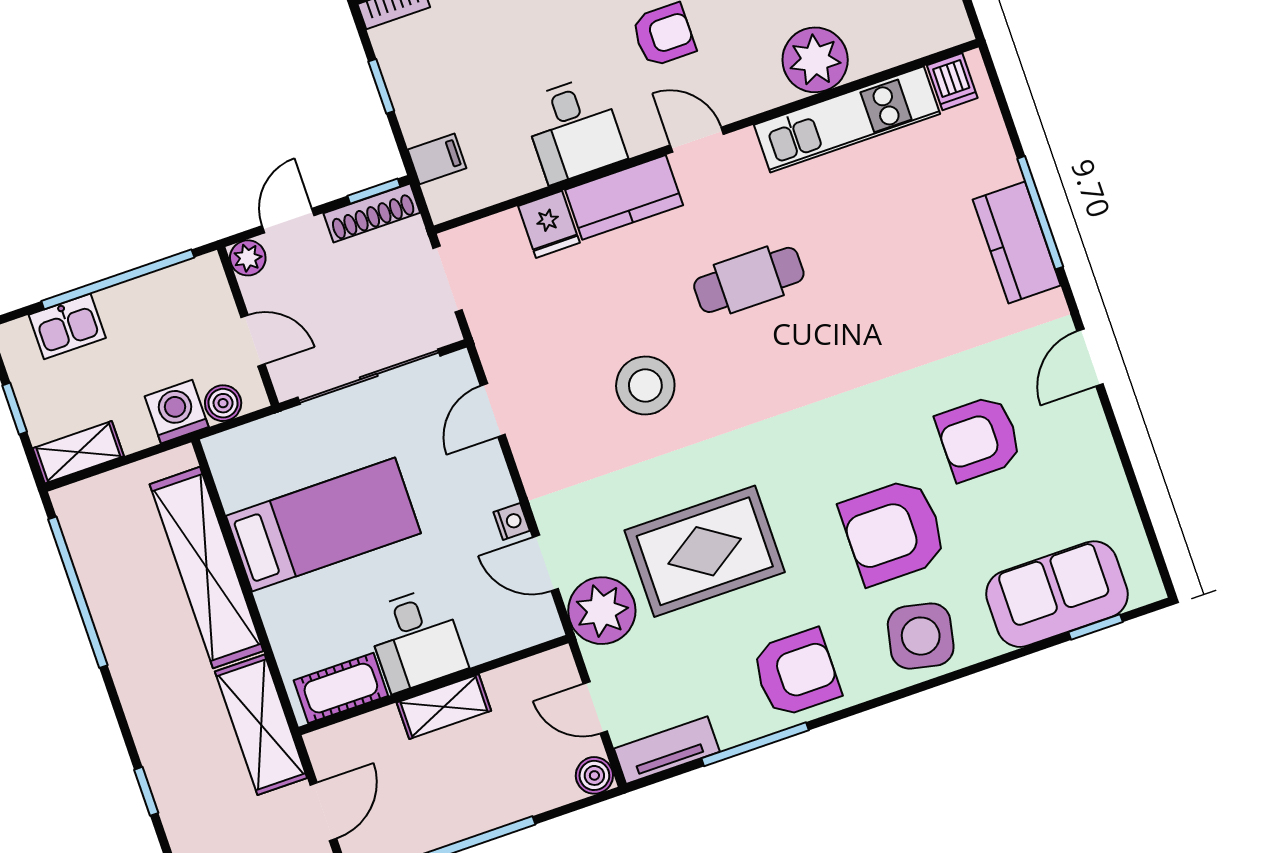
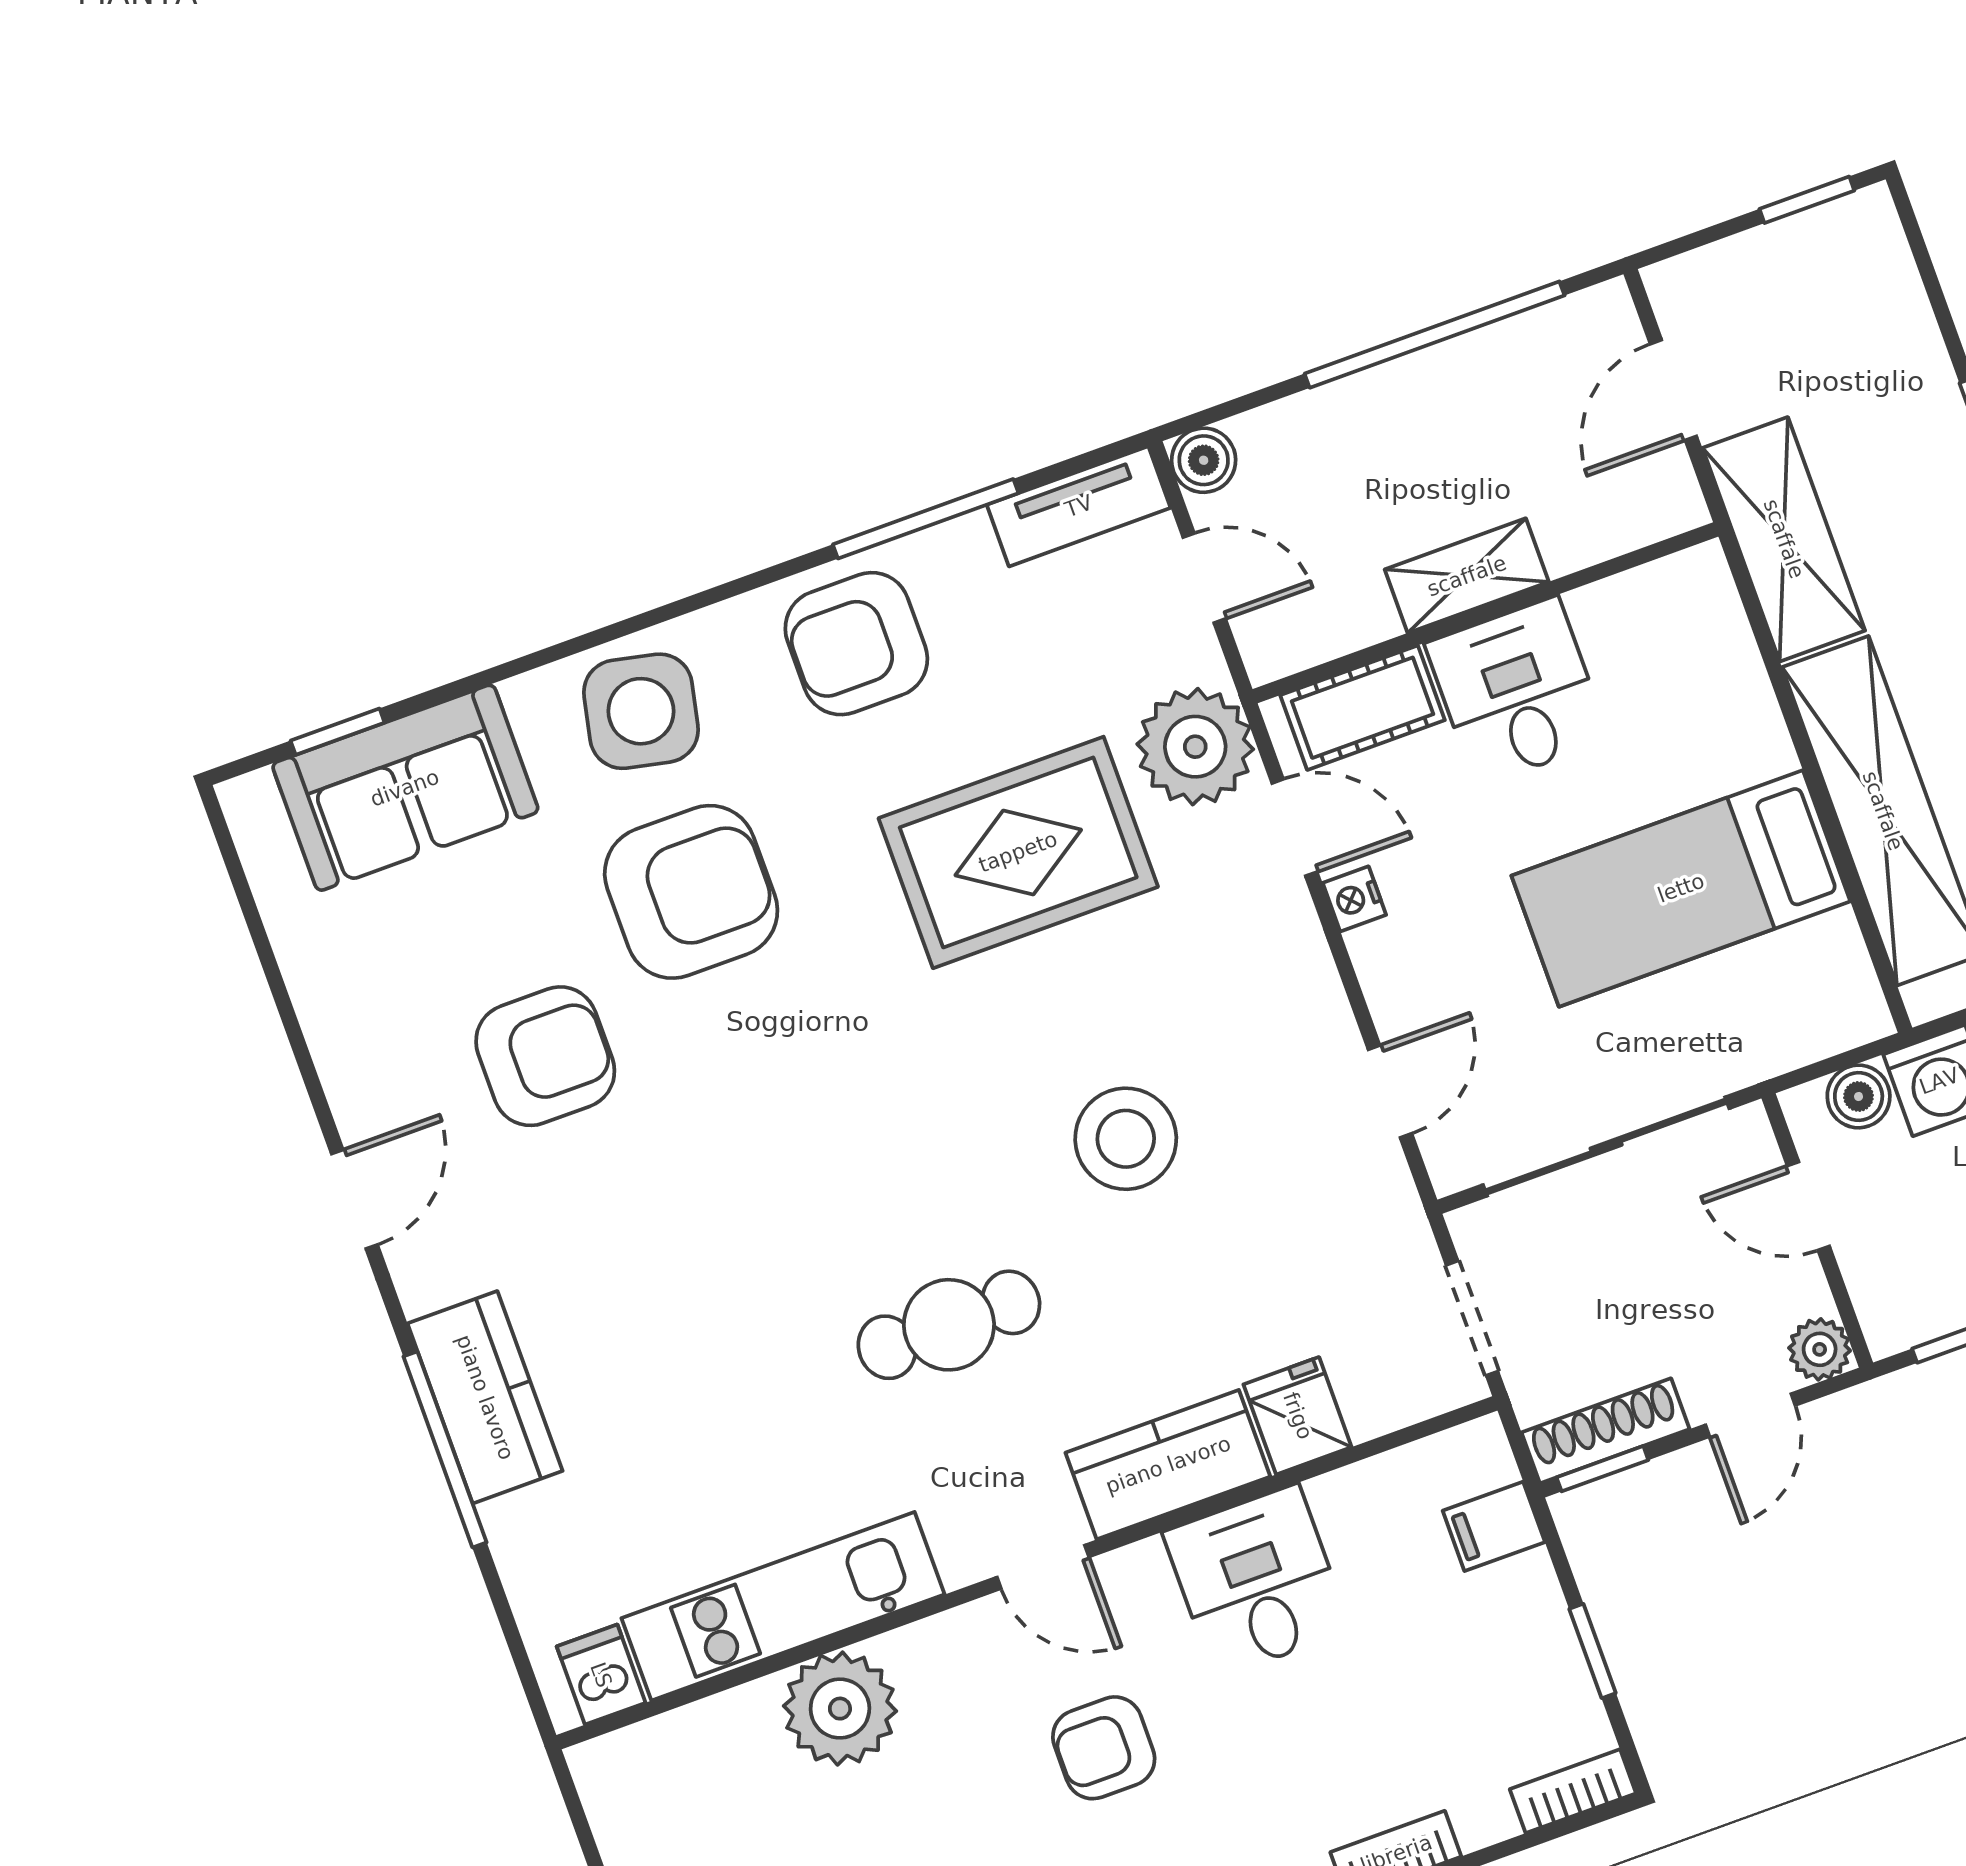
cot: (341, 688) -> (1363, 708), moved

